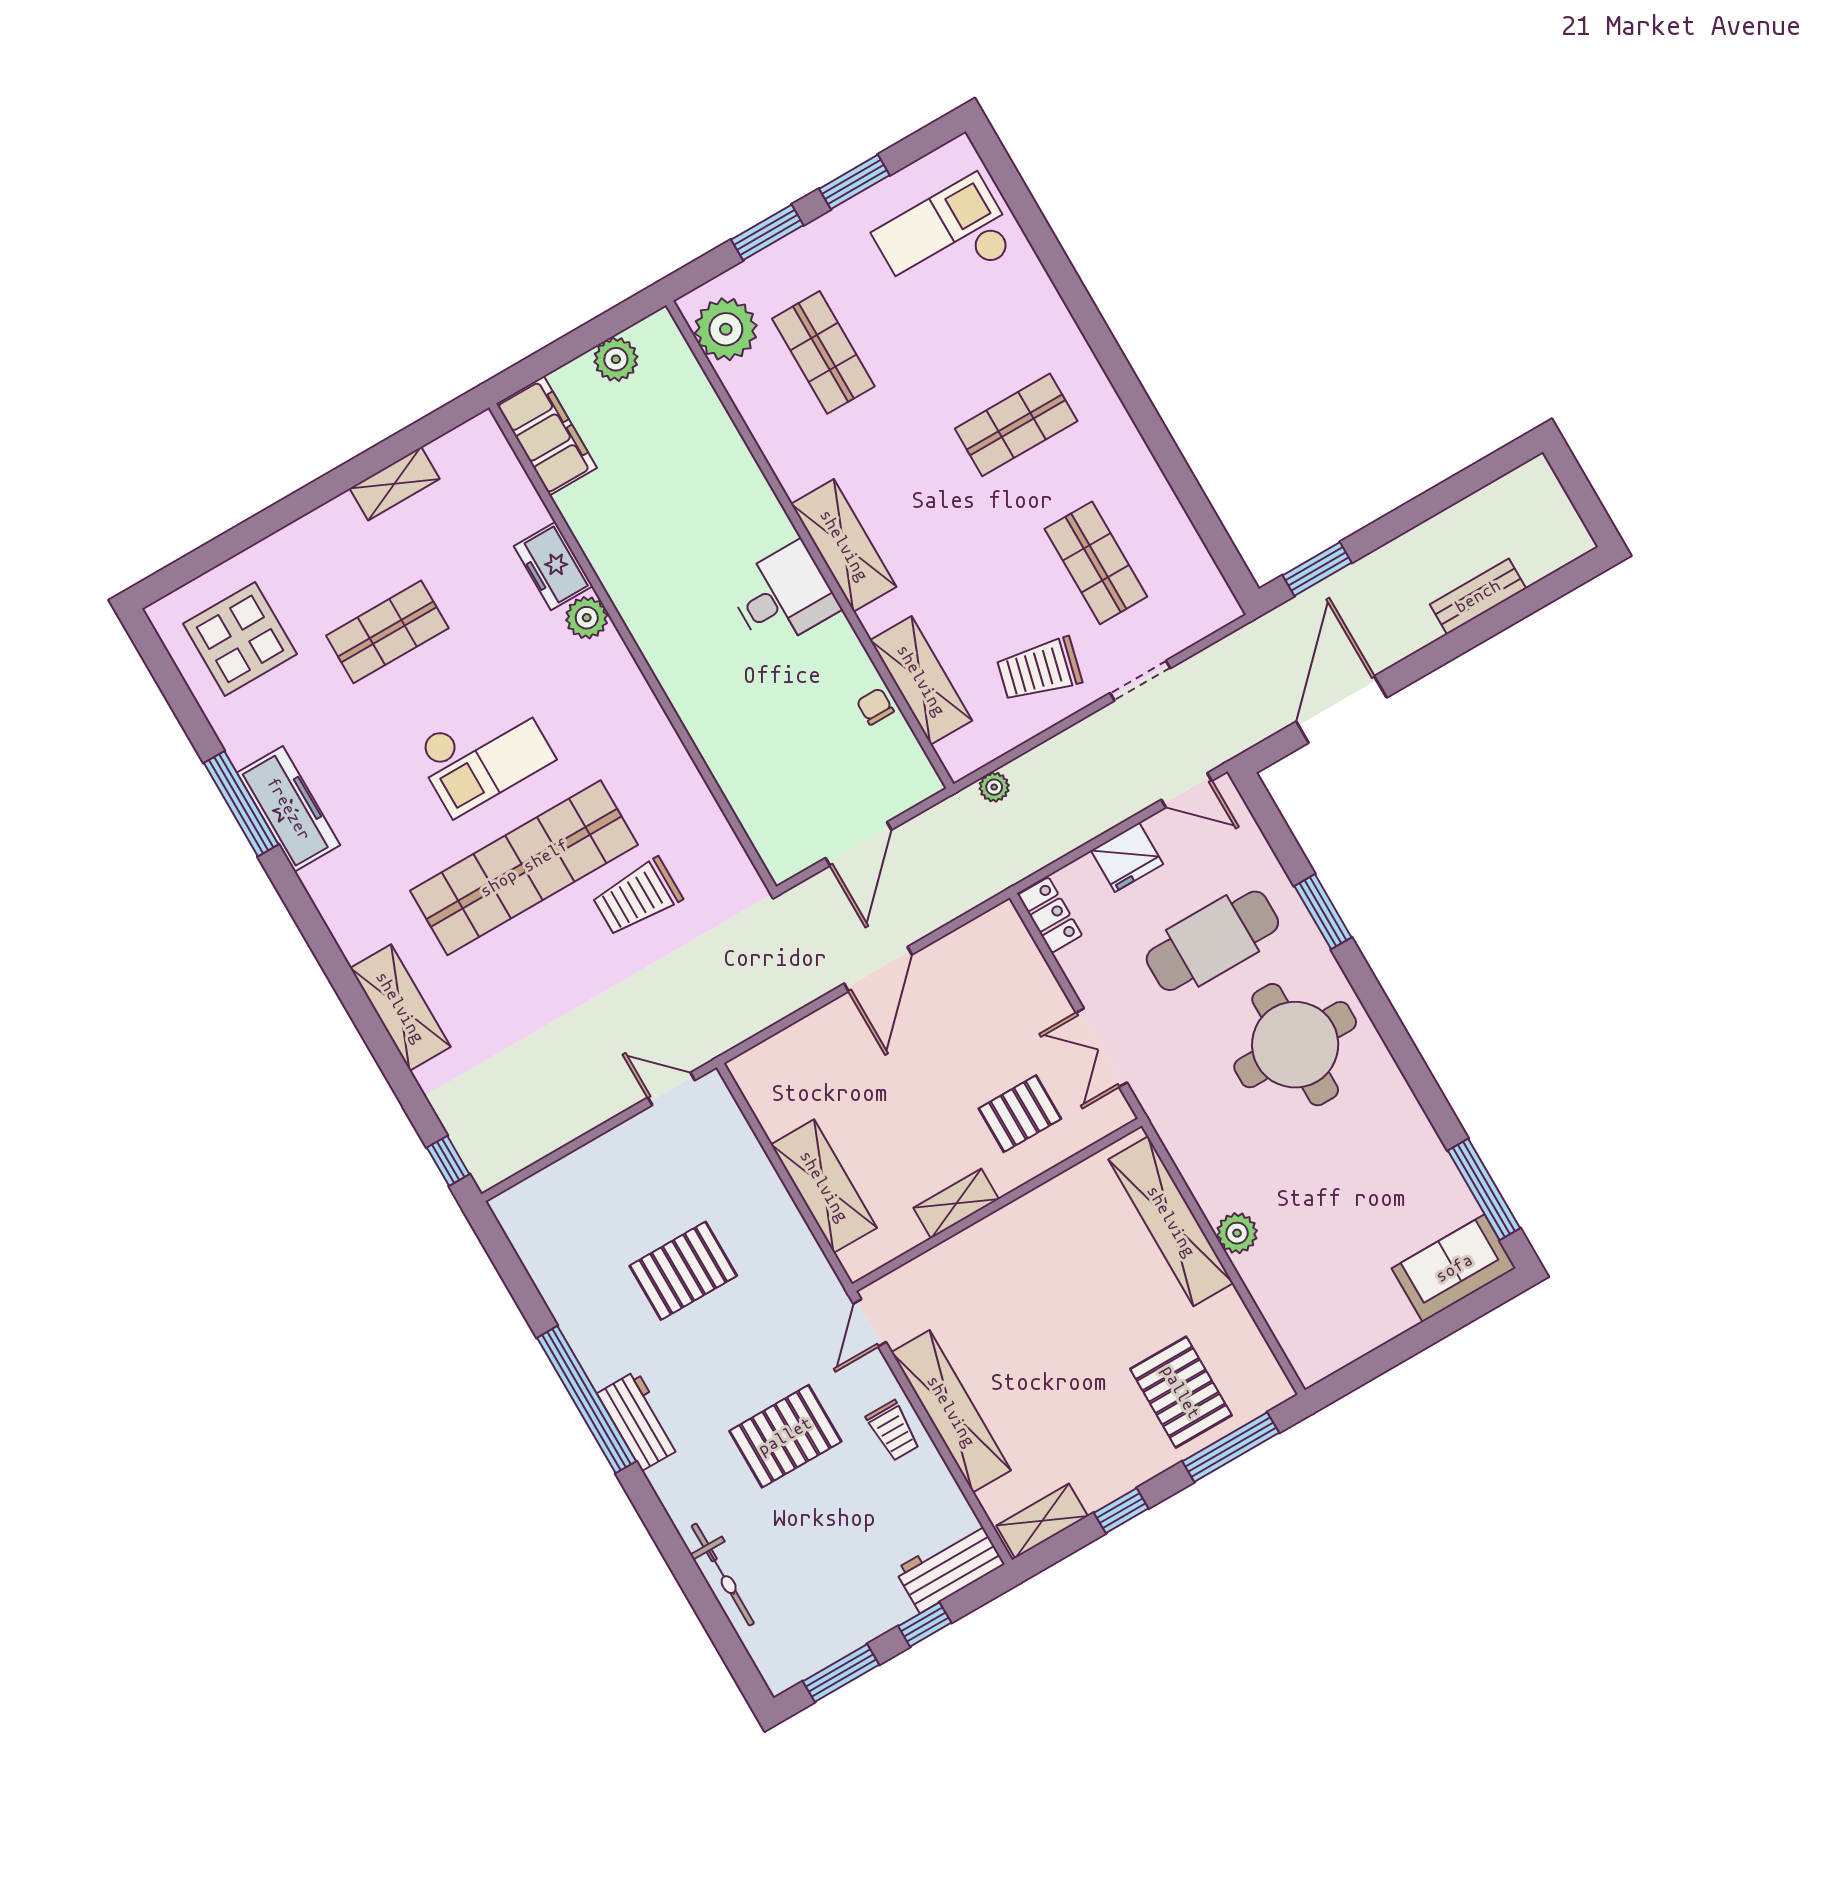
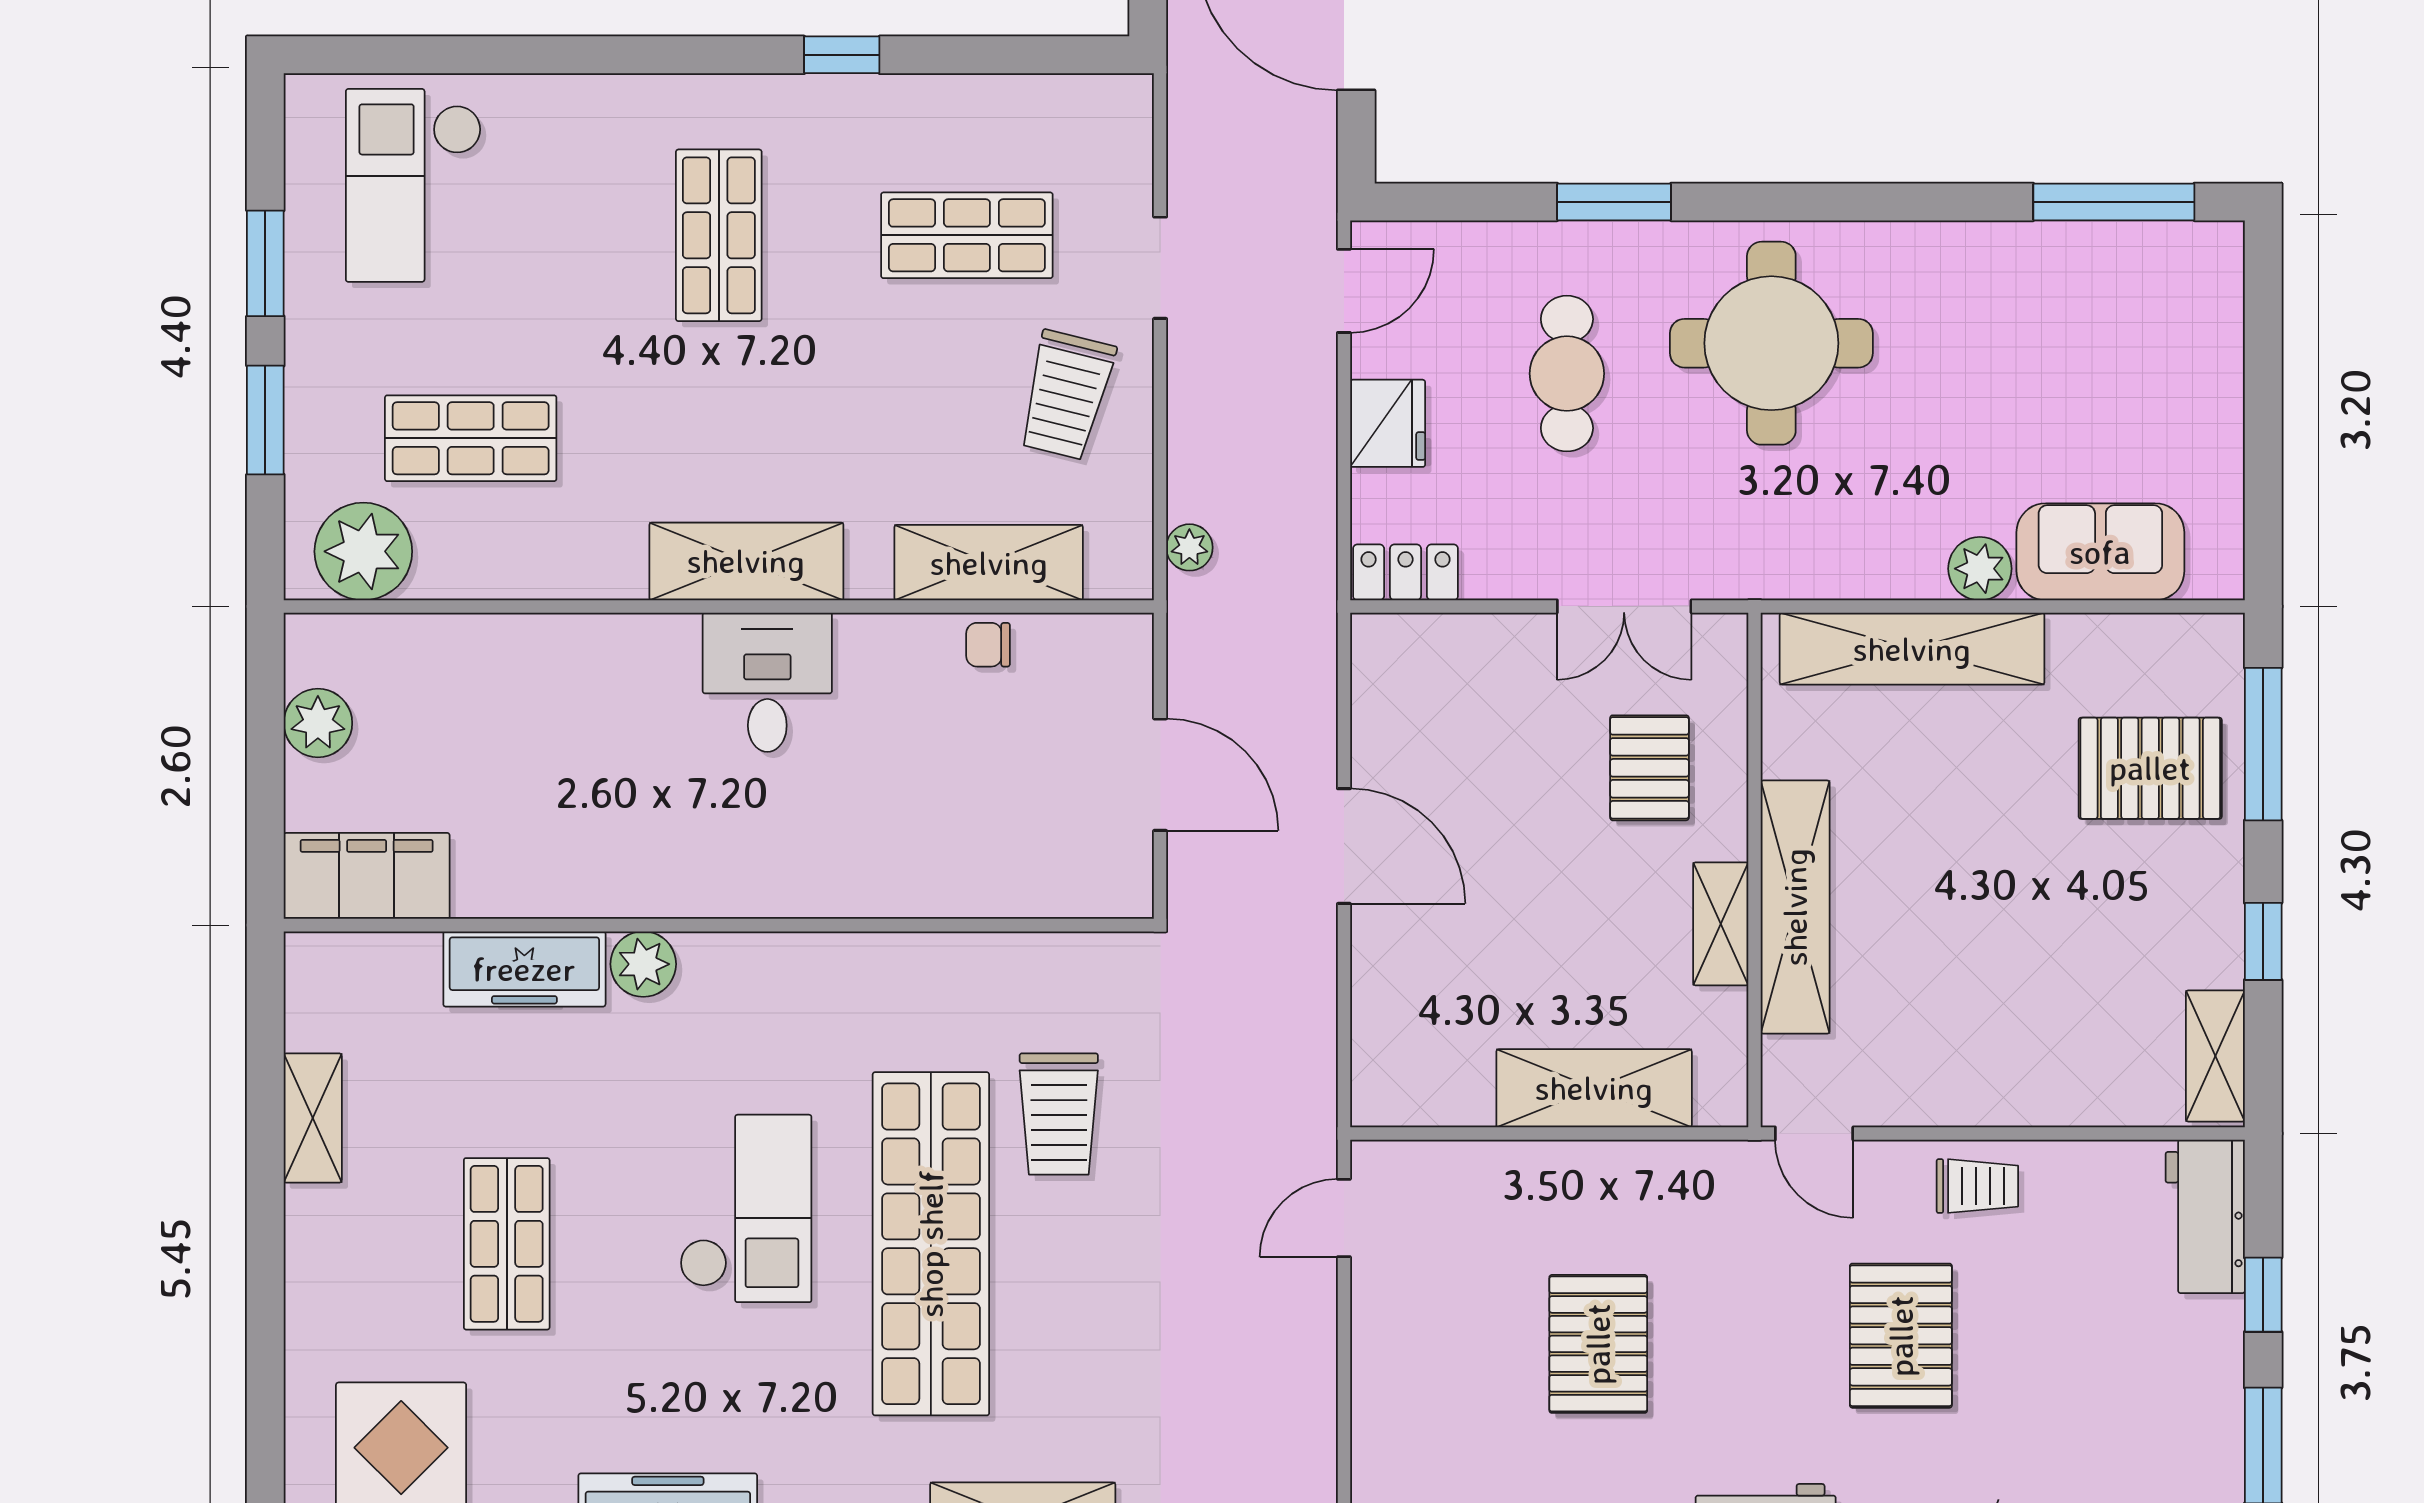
window: (1156, 435) -> (842, 55), added
freezer: (553, 566) -> (524, 969), width x1.40
cafe table: (1212, 941) -> (1567, 374), width x0.73, depth x0.74
sofa: (1454, 1268) -> (2100, 552), moved, turned 90
shelving: (951, 1411) -> (1795, 907), moved, turned 90

